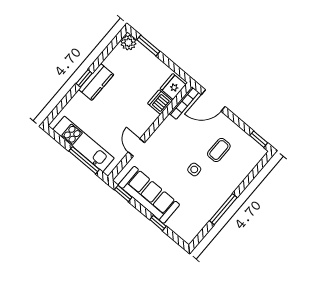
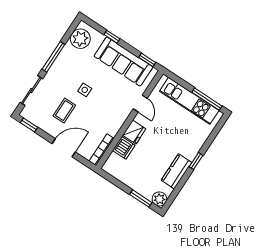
kitchen counter: (96, 82) -> (176, 171), moved
fridge: (173, 87) -> (134, 132), moved
door: (213, 101) -> (64, 148), moved
window: (84, 160) -> (207, 99), moved
sliding door: (252, 176) -> (31, 91), added
plant: (192, 225) -> (80, 39), added

